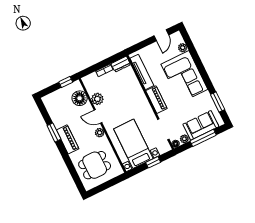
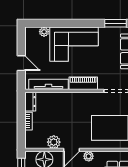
door: (161, 35) -> (21, 63), moved

